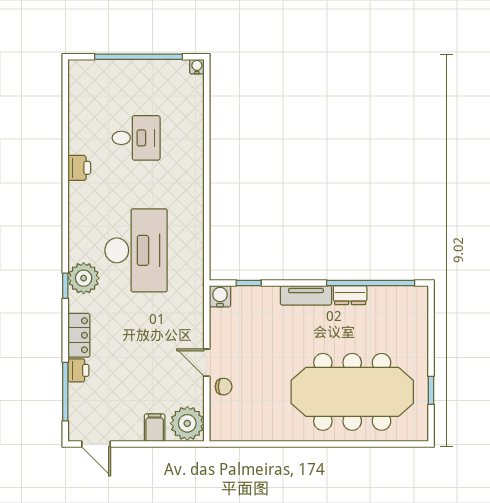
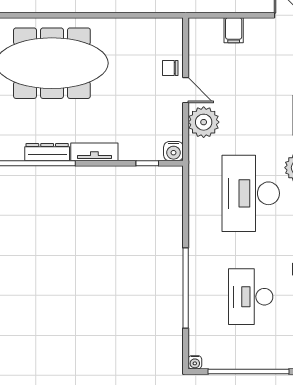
desk: (136, 138) -> (251, 297), width x1.37
window: (207, 147) -> (186, 288), added
dresser: (350, 295) -> (47, 152), width x1.44
plant: (187, 423) -> (204, 122), moved

